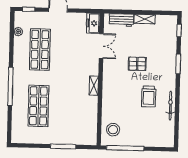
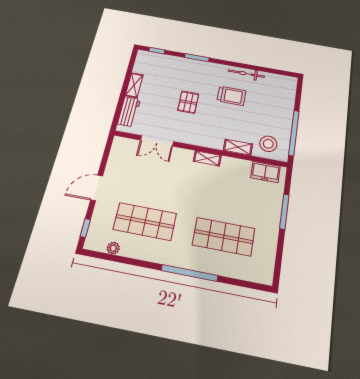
freezer: (93, 23) -> (265, 172), moved
double door: (101, 46) -> (157, 141), swing flipped
shelving: (106, 107) -> (238, 147), added

